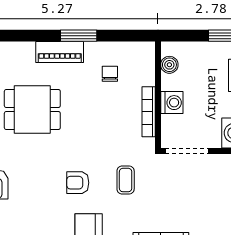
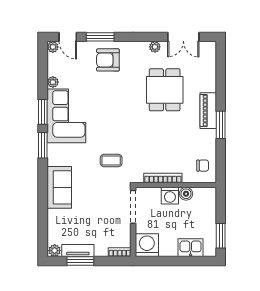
boiler: (169, 65) -> (186, 194), moved
chair: (110, 74) -> (203, 166), moved
armchair: (78, 183) -> (109, 124), removed

